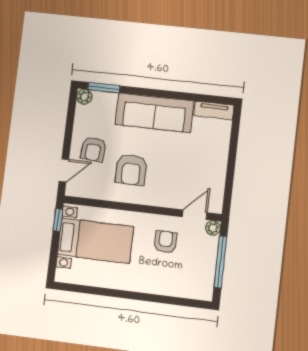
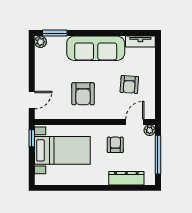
armchair: (93, 149) -> (129, 85), moved
dresser: (175, 288) -> (126, 178), added

